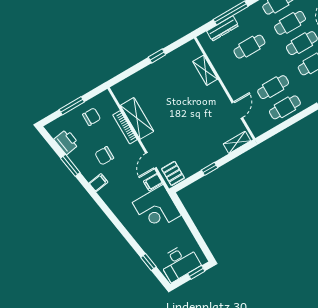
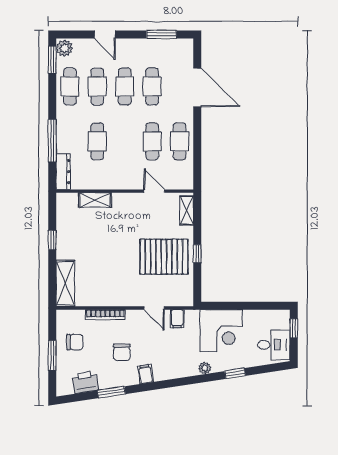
dresser: (223, 28) -> (63, 172), moved
chair: (92, 117) -> (75, 342), turned 90
shelving: (137, 118) -> (65, 283), moved, turned 90
pallet: (173, 173) -> (164, 257), moved, width x2.05, depth x2.00
corner desk: (157, 209) -> (221, 331), moved
plant: (128, 224) -> (205, 368), added
window: (148, 262) -> (235, 373), moved
desk: (180, 262) -> (274, 345), width x0.73

